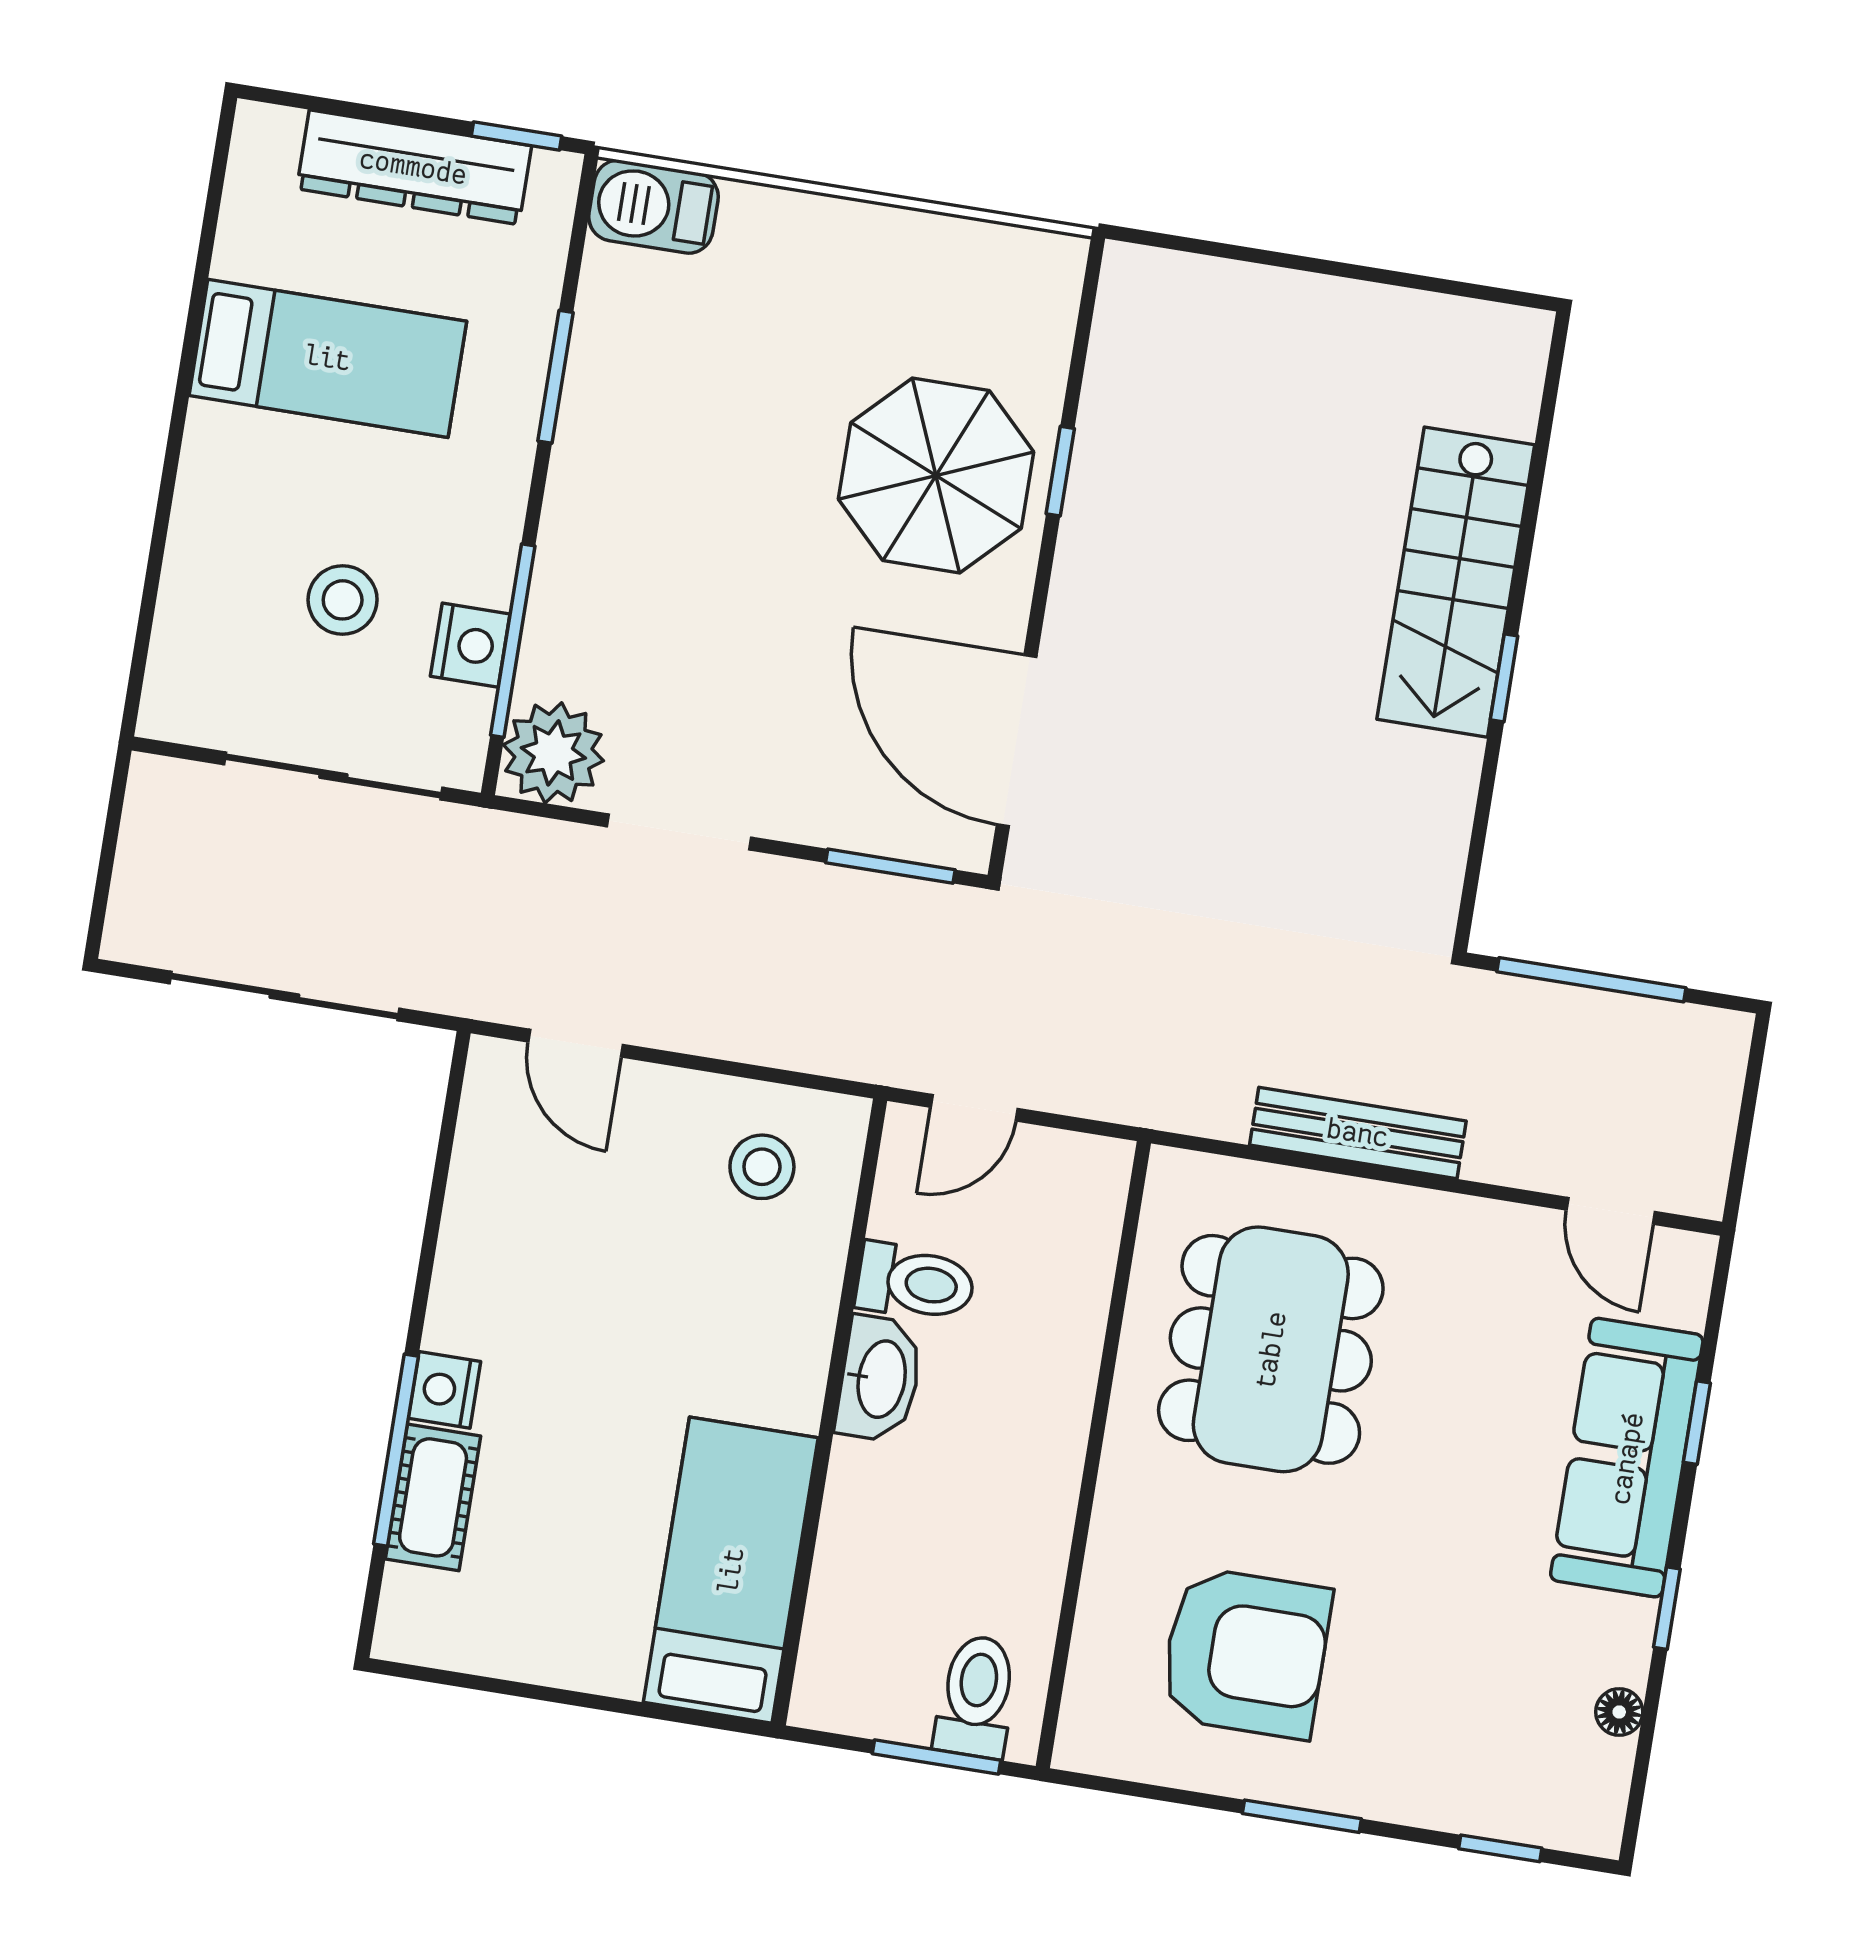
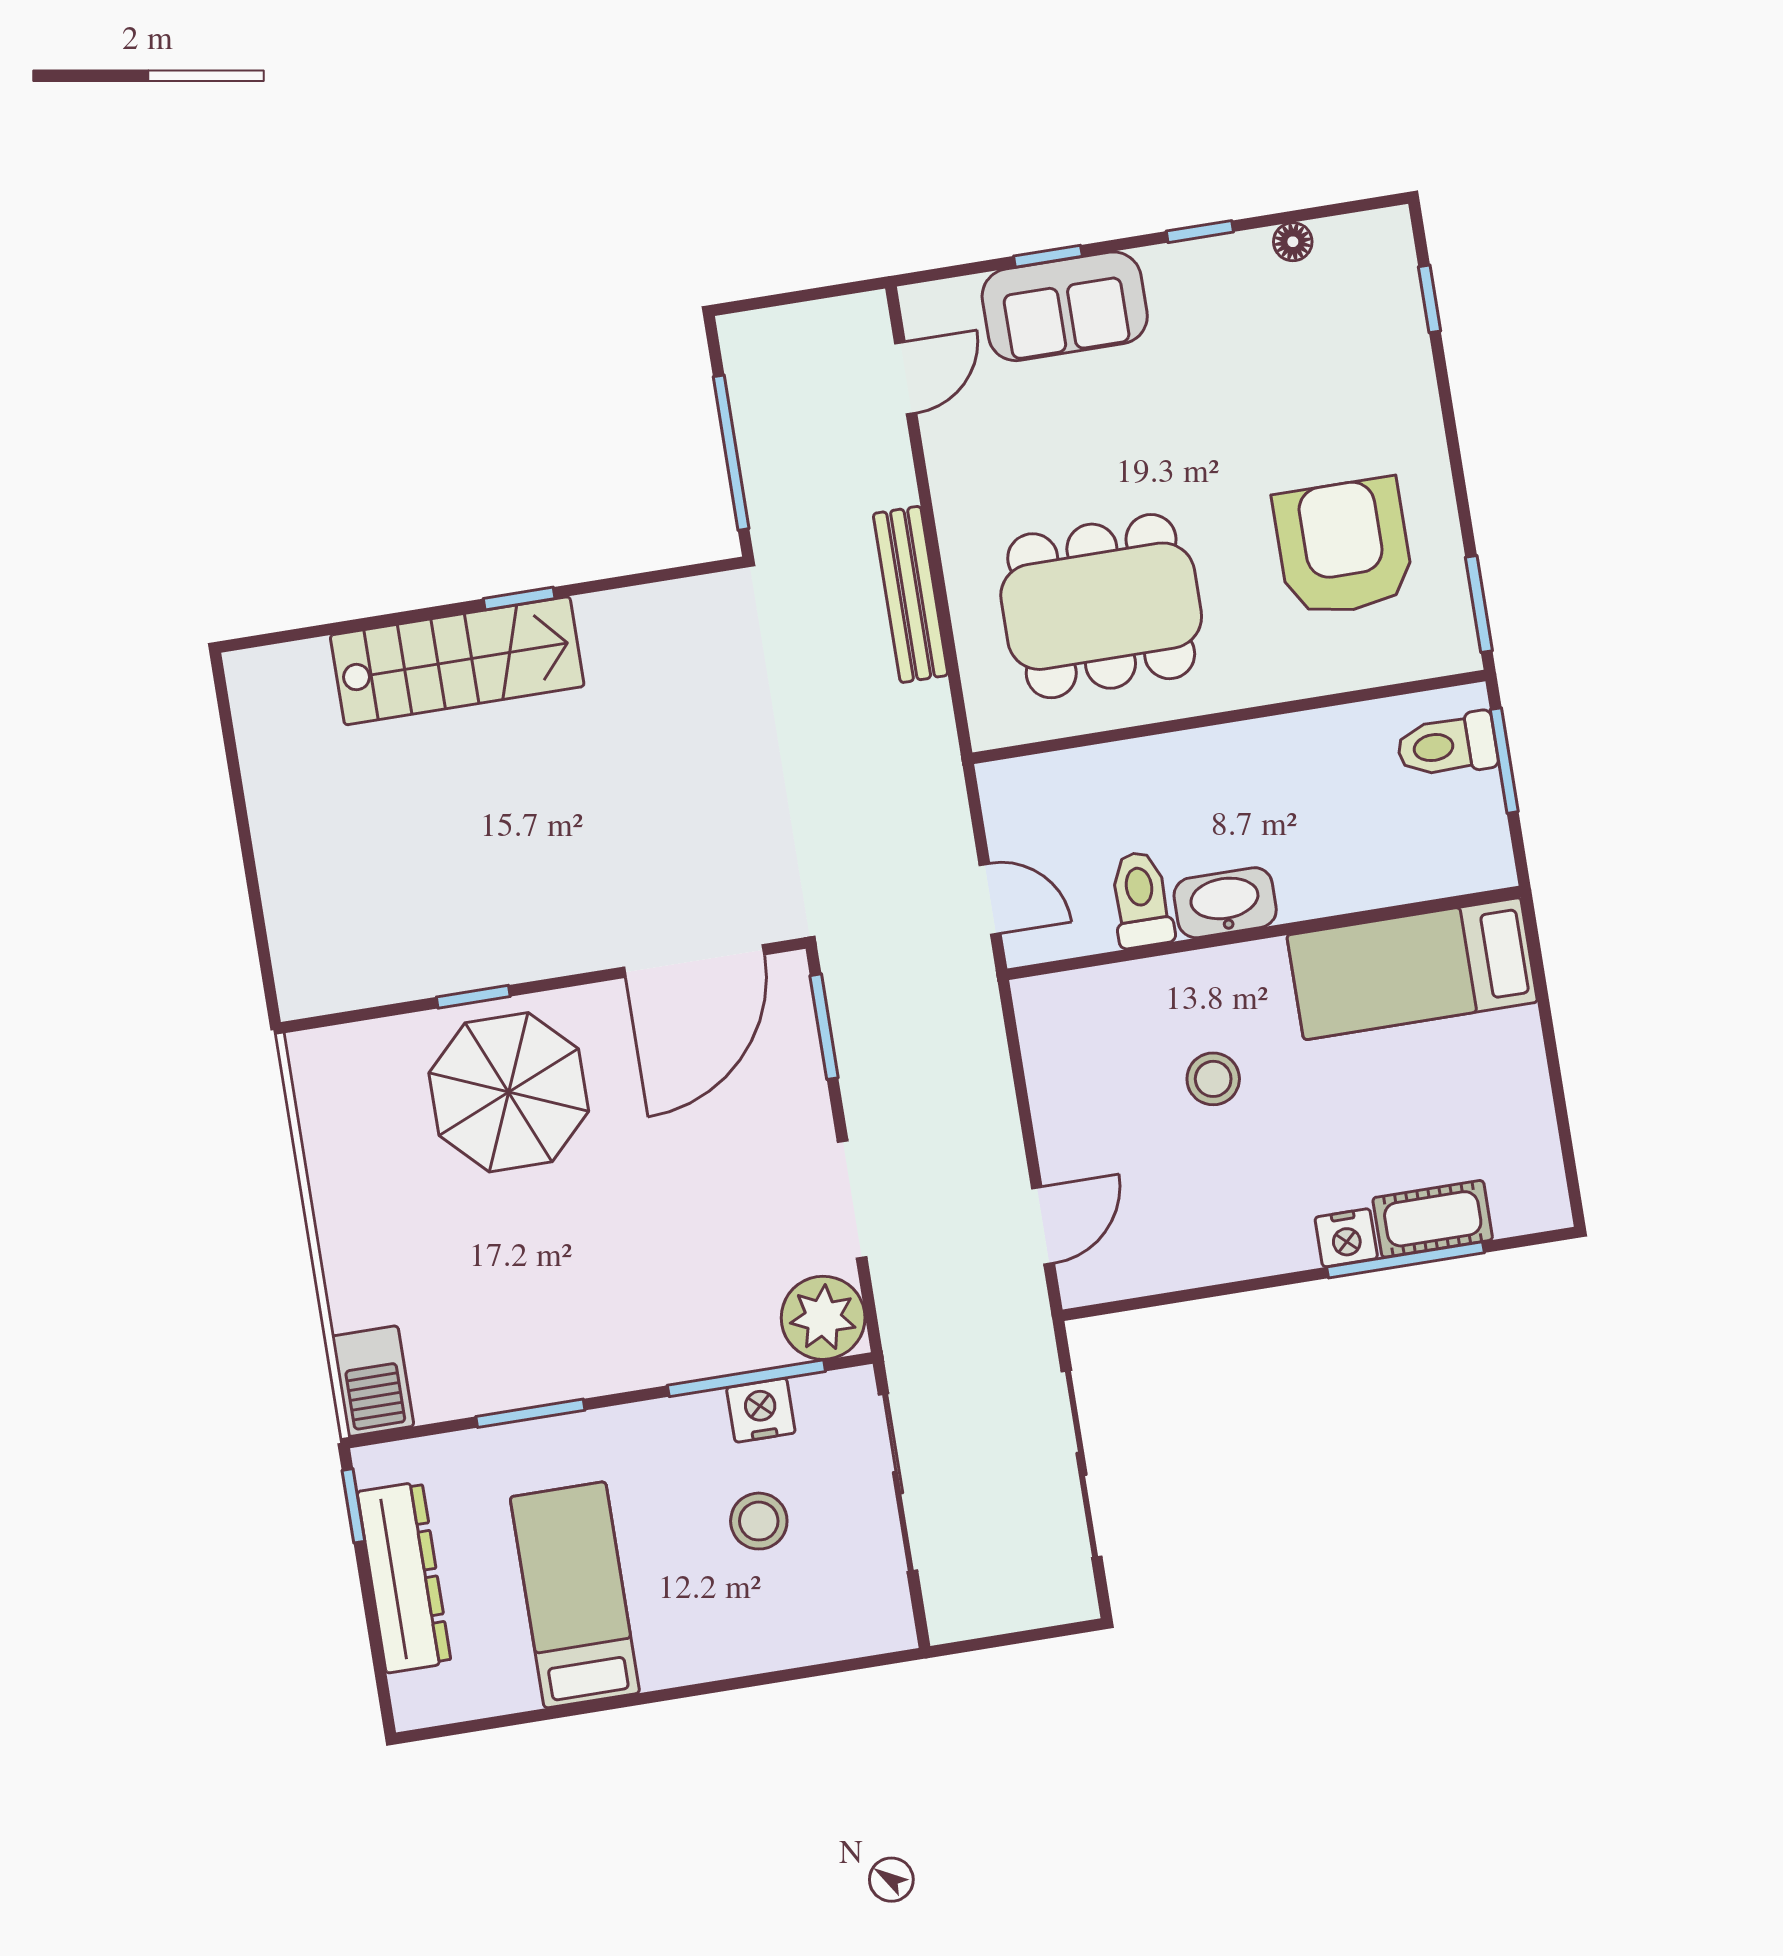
stool: (762, 1167) -> (1213, 1079), moved
sofa: (1627, 1458) -> (1065, 306), width x0.73
window: (1302, 1816) -> (1479, 604), moved

